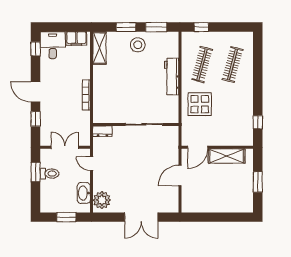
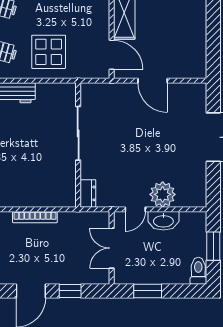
toilet: (49, 174) -> (198, 271), moved
washbasin: (84, 193) -> (163, 221), moved
plant: (102, 200) -> (163, 194), moved

